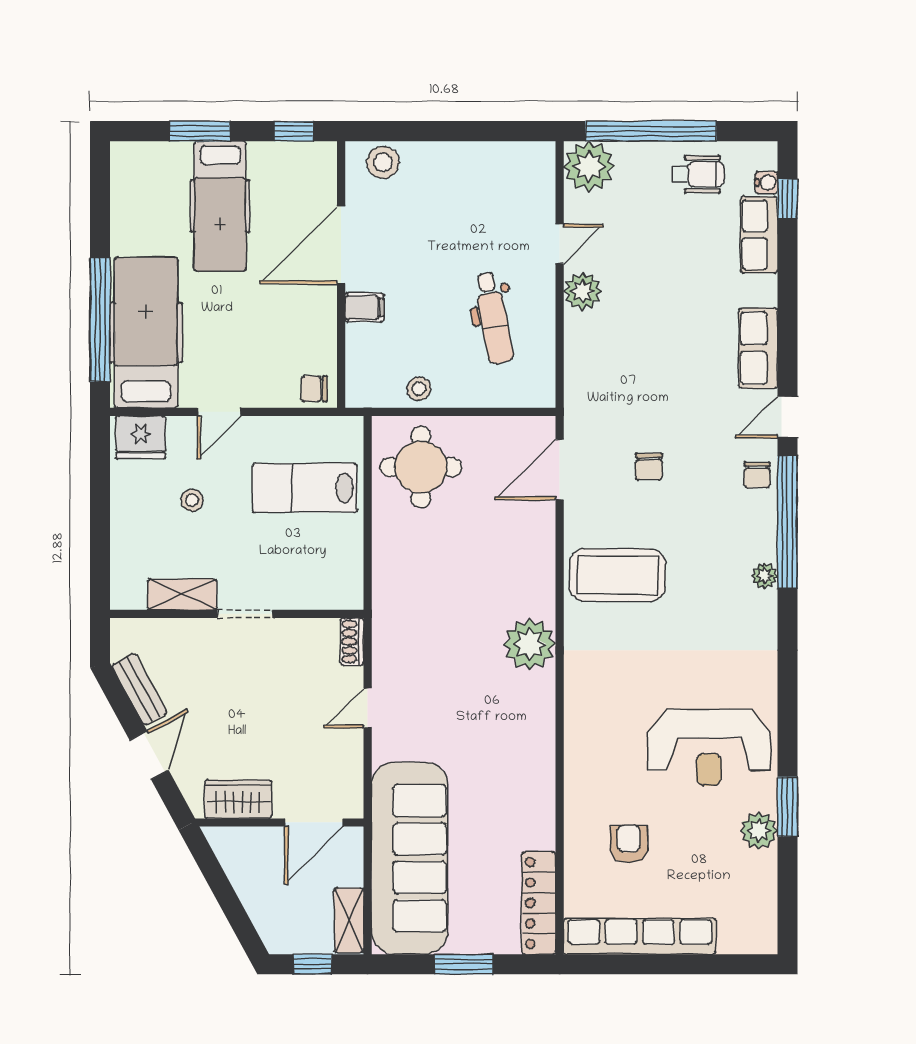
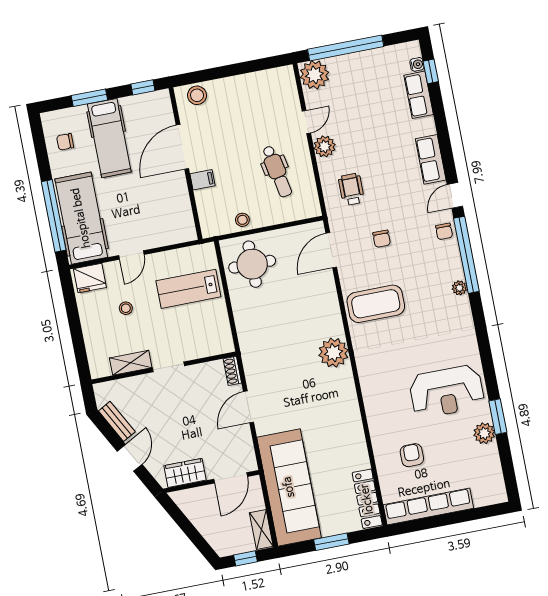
wheelchair: (698, 174) -> (351, 189), moved, turned -90
chair: (314, 389) -> (65, 142), moved
door: (368, 708) -> (248, 407), width x1.38

